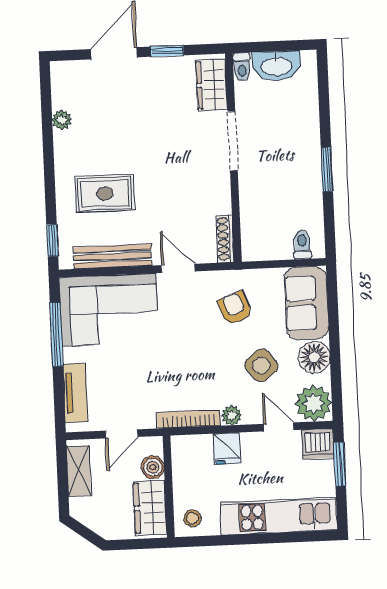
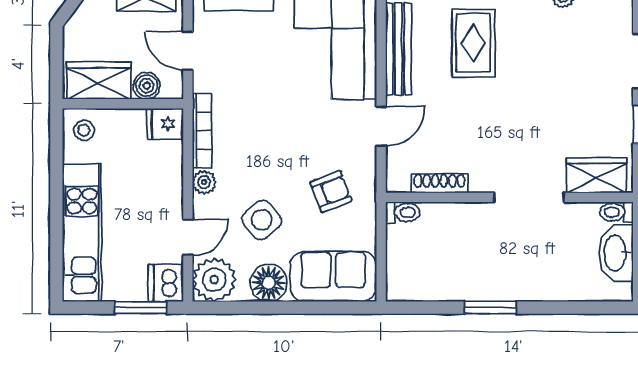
shoe rack: (225, 239) -> (439, 183), moved
toilet: (302, 245) -> (403, 212), moved
fridge: (227, 449) -> (165, 124), moved

